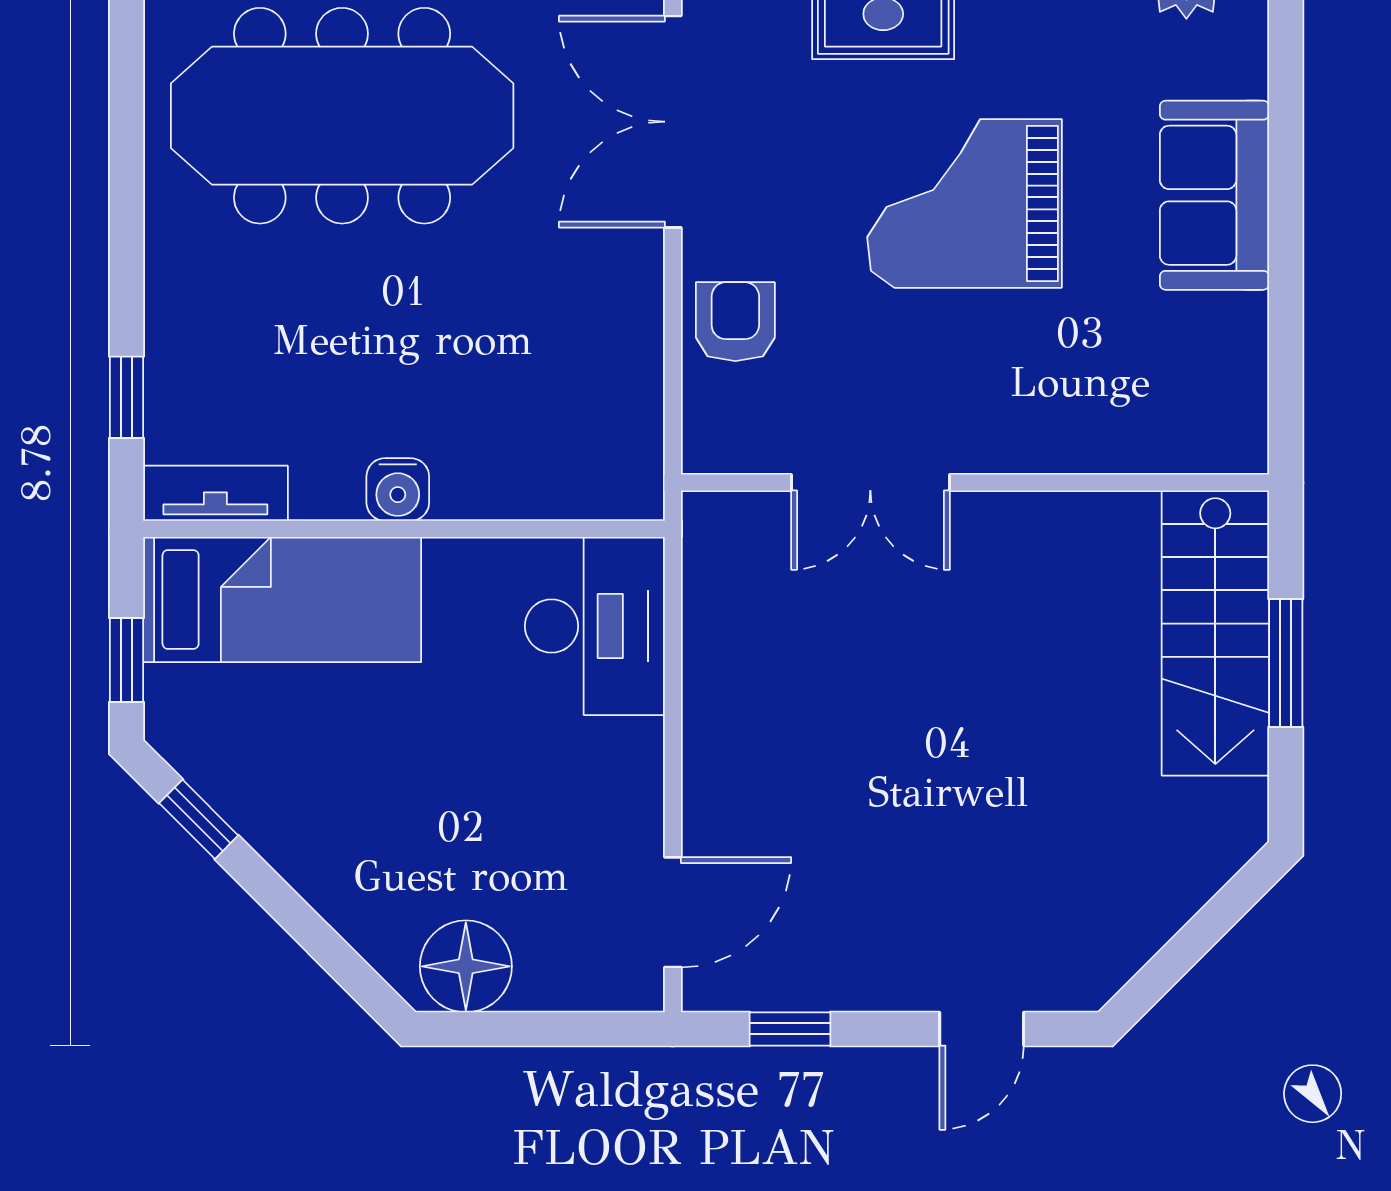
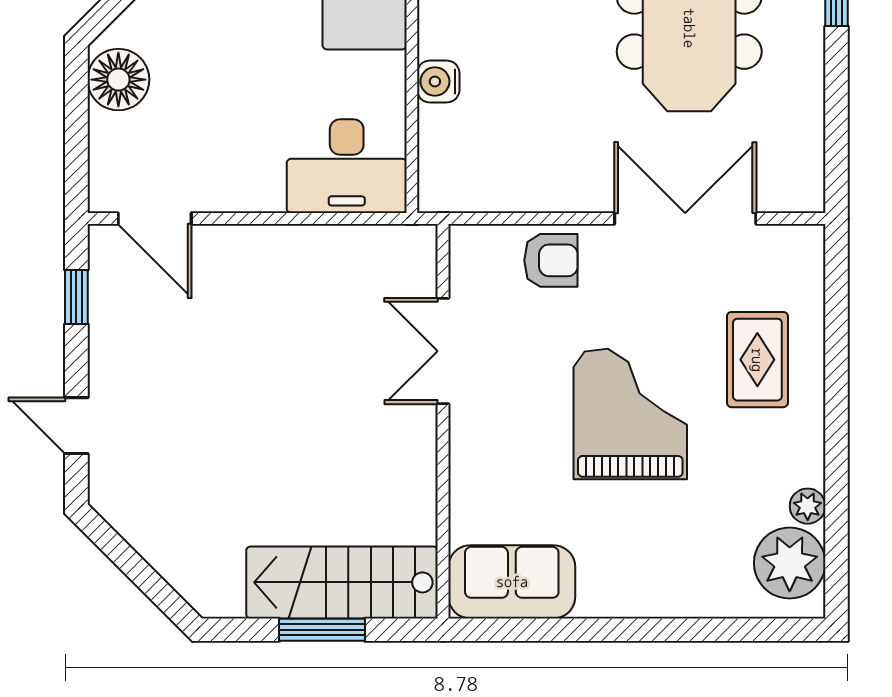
sofa: (1214, 195) -> (512, 582), moved
water cooler: (398, 490) -> (438, 81), moved

